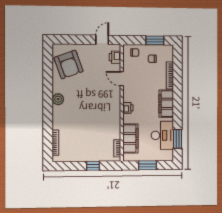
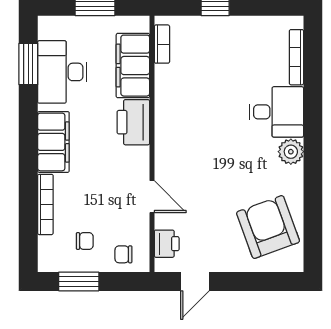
printer: (128, 108) -> (133, 122), width x1.87, depth x1.48
desk: (65, 117) -> (276, 112), added

